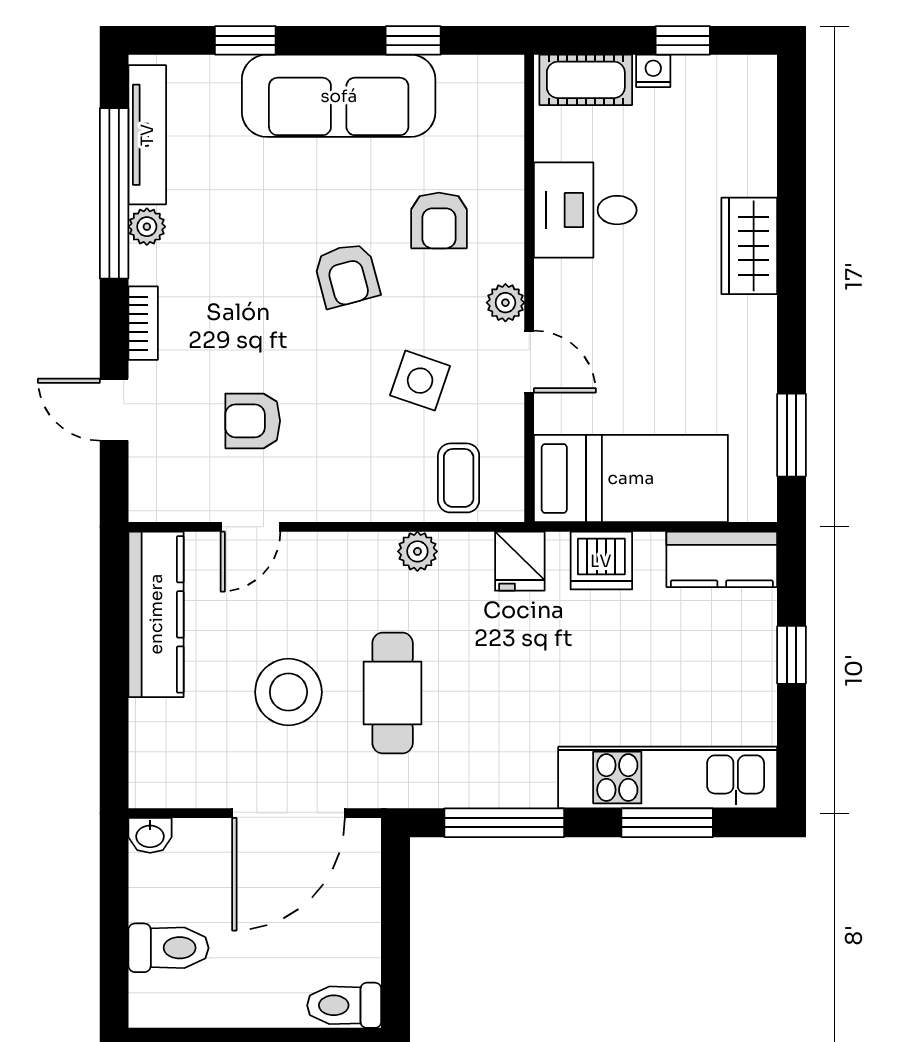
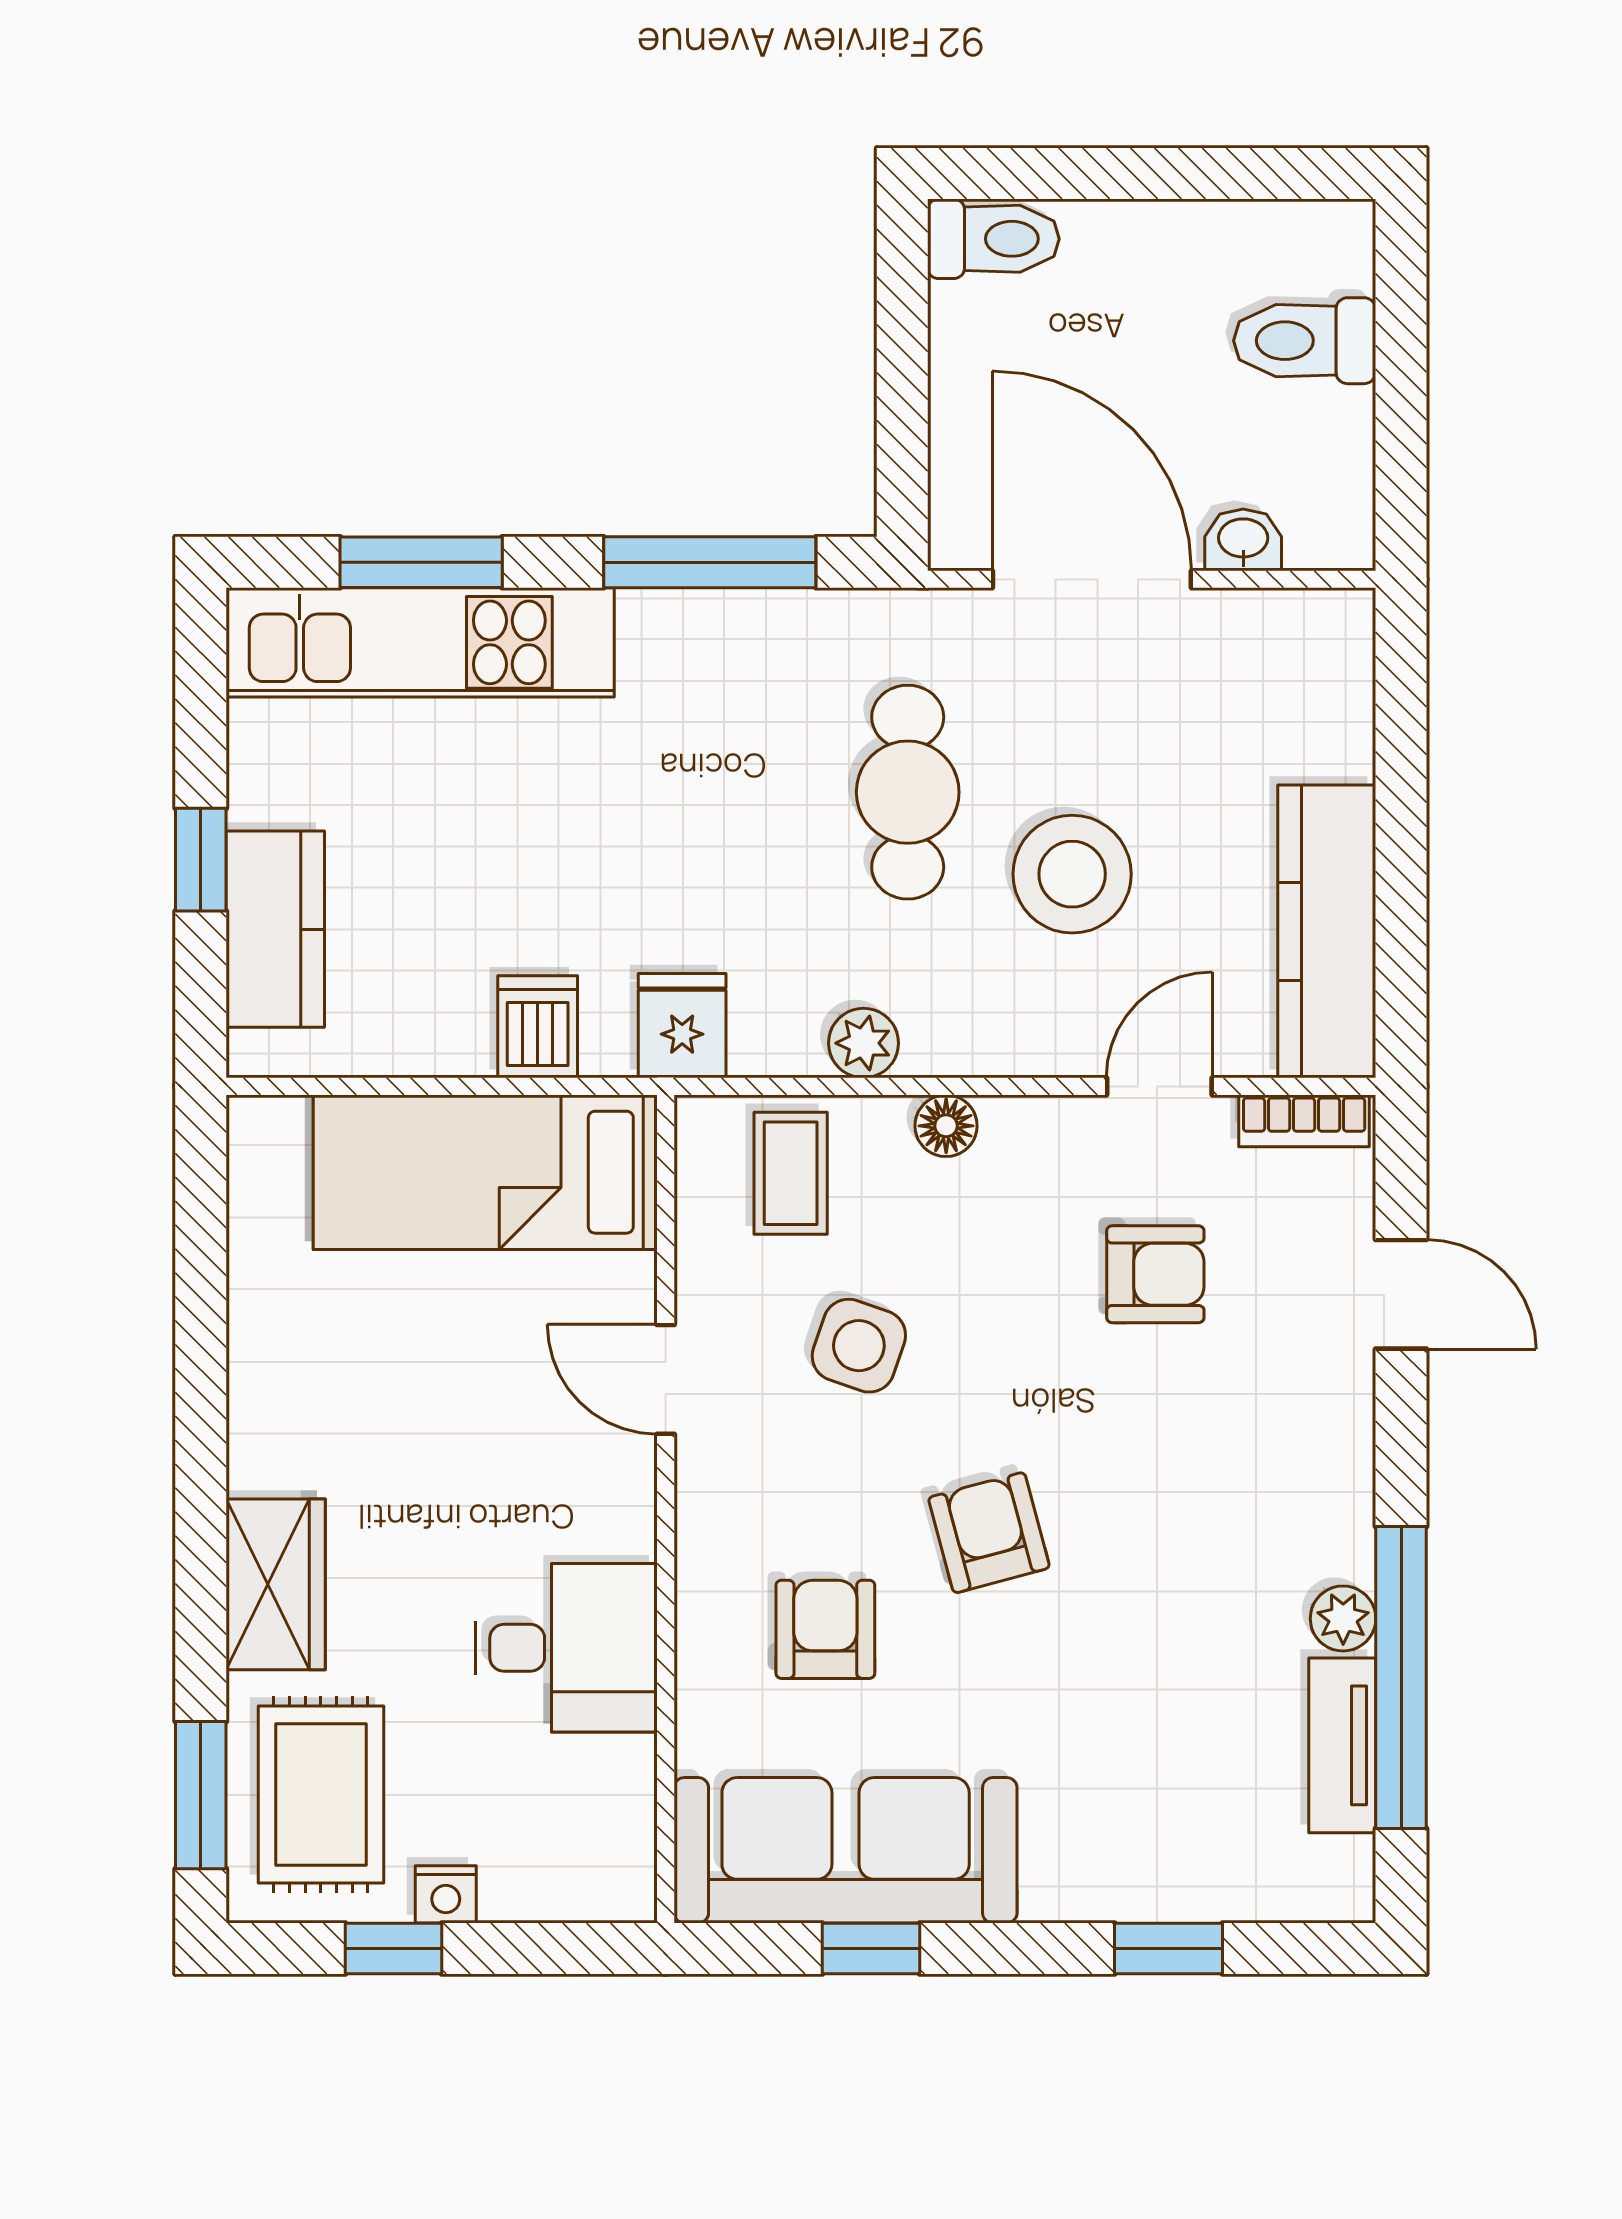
cot: (586, 80) -> (565, 1878), removed
sofa: (339, 96) -> (846, 1850), moved
rug: (724, 127) -> (321, 1795), added
tv unit: (147, 135) -> (1342, 1745), width x0.71
plant: (505, 303) -> (708, 1484), removed
bookcase: (143, 323) -> (1304, 1121), moved, turned -90
window: (792, 435) -> (201, 1795), moved
floor lamp: (371, 505) -> (946, 1126), added
kitchen counter: (722, 559) -> (275, 929), moved, turned 90
dishwasher: (601, 561) -> (538, 1027), width x0.73
stool: (288, 692) -> (1072, 874), moved
door: (289, 813) -> (1092, 579), hinge flipped
washbasin: (150, 835) -> (1243, 540), moved

